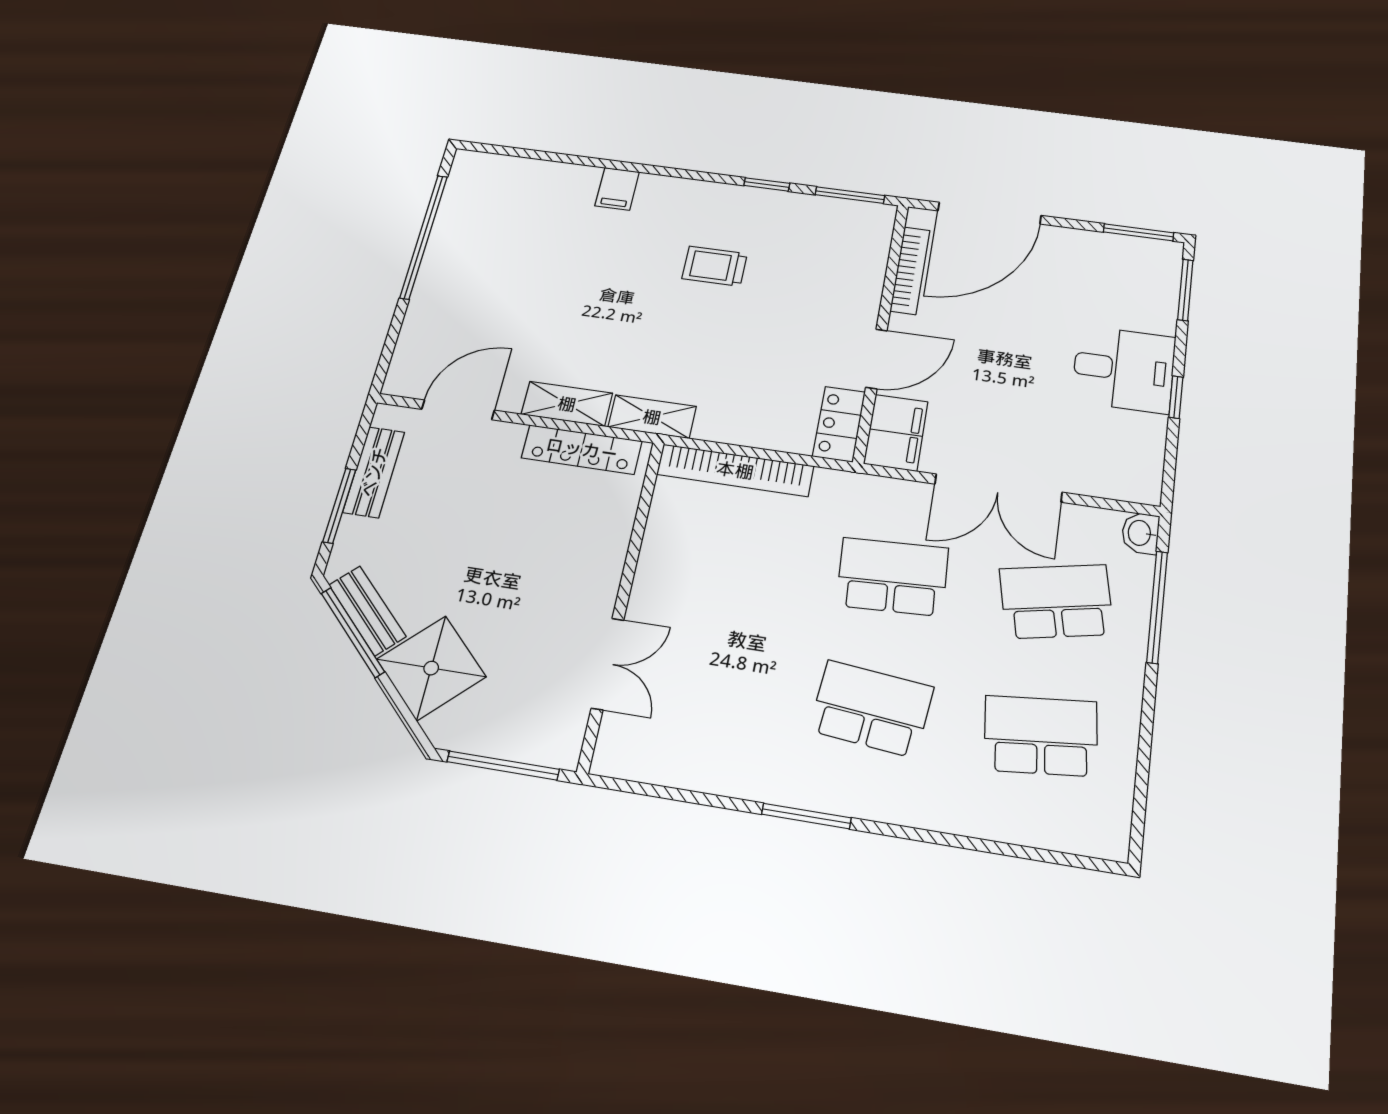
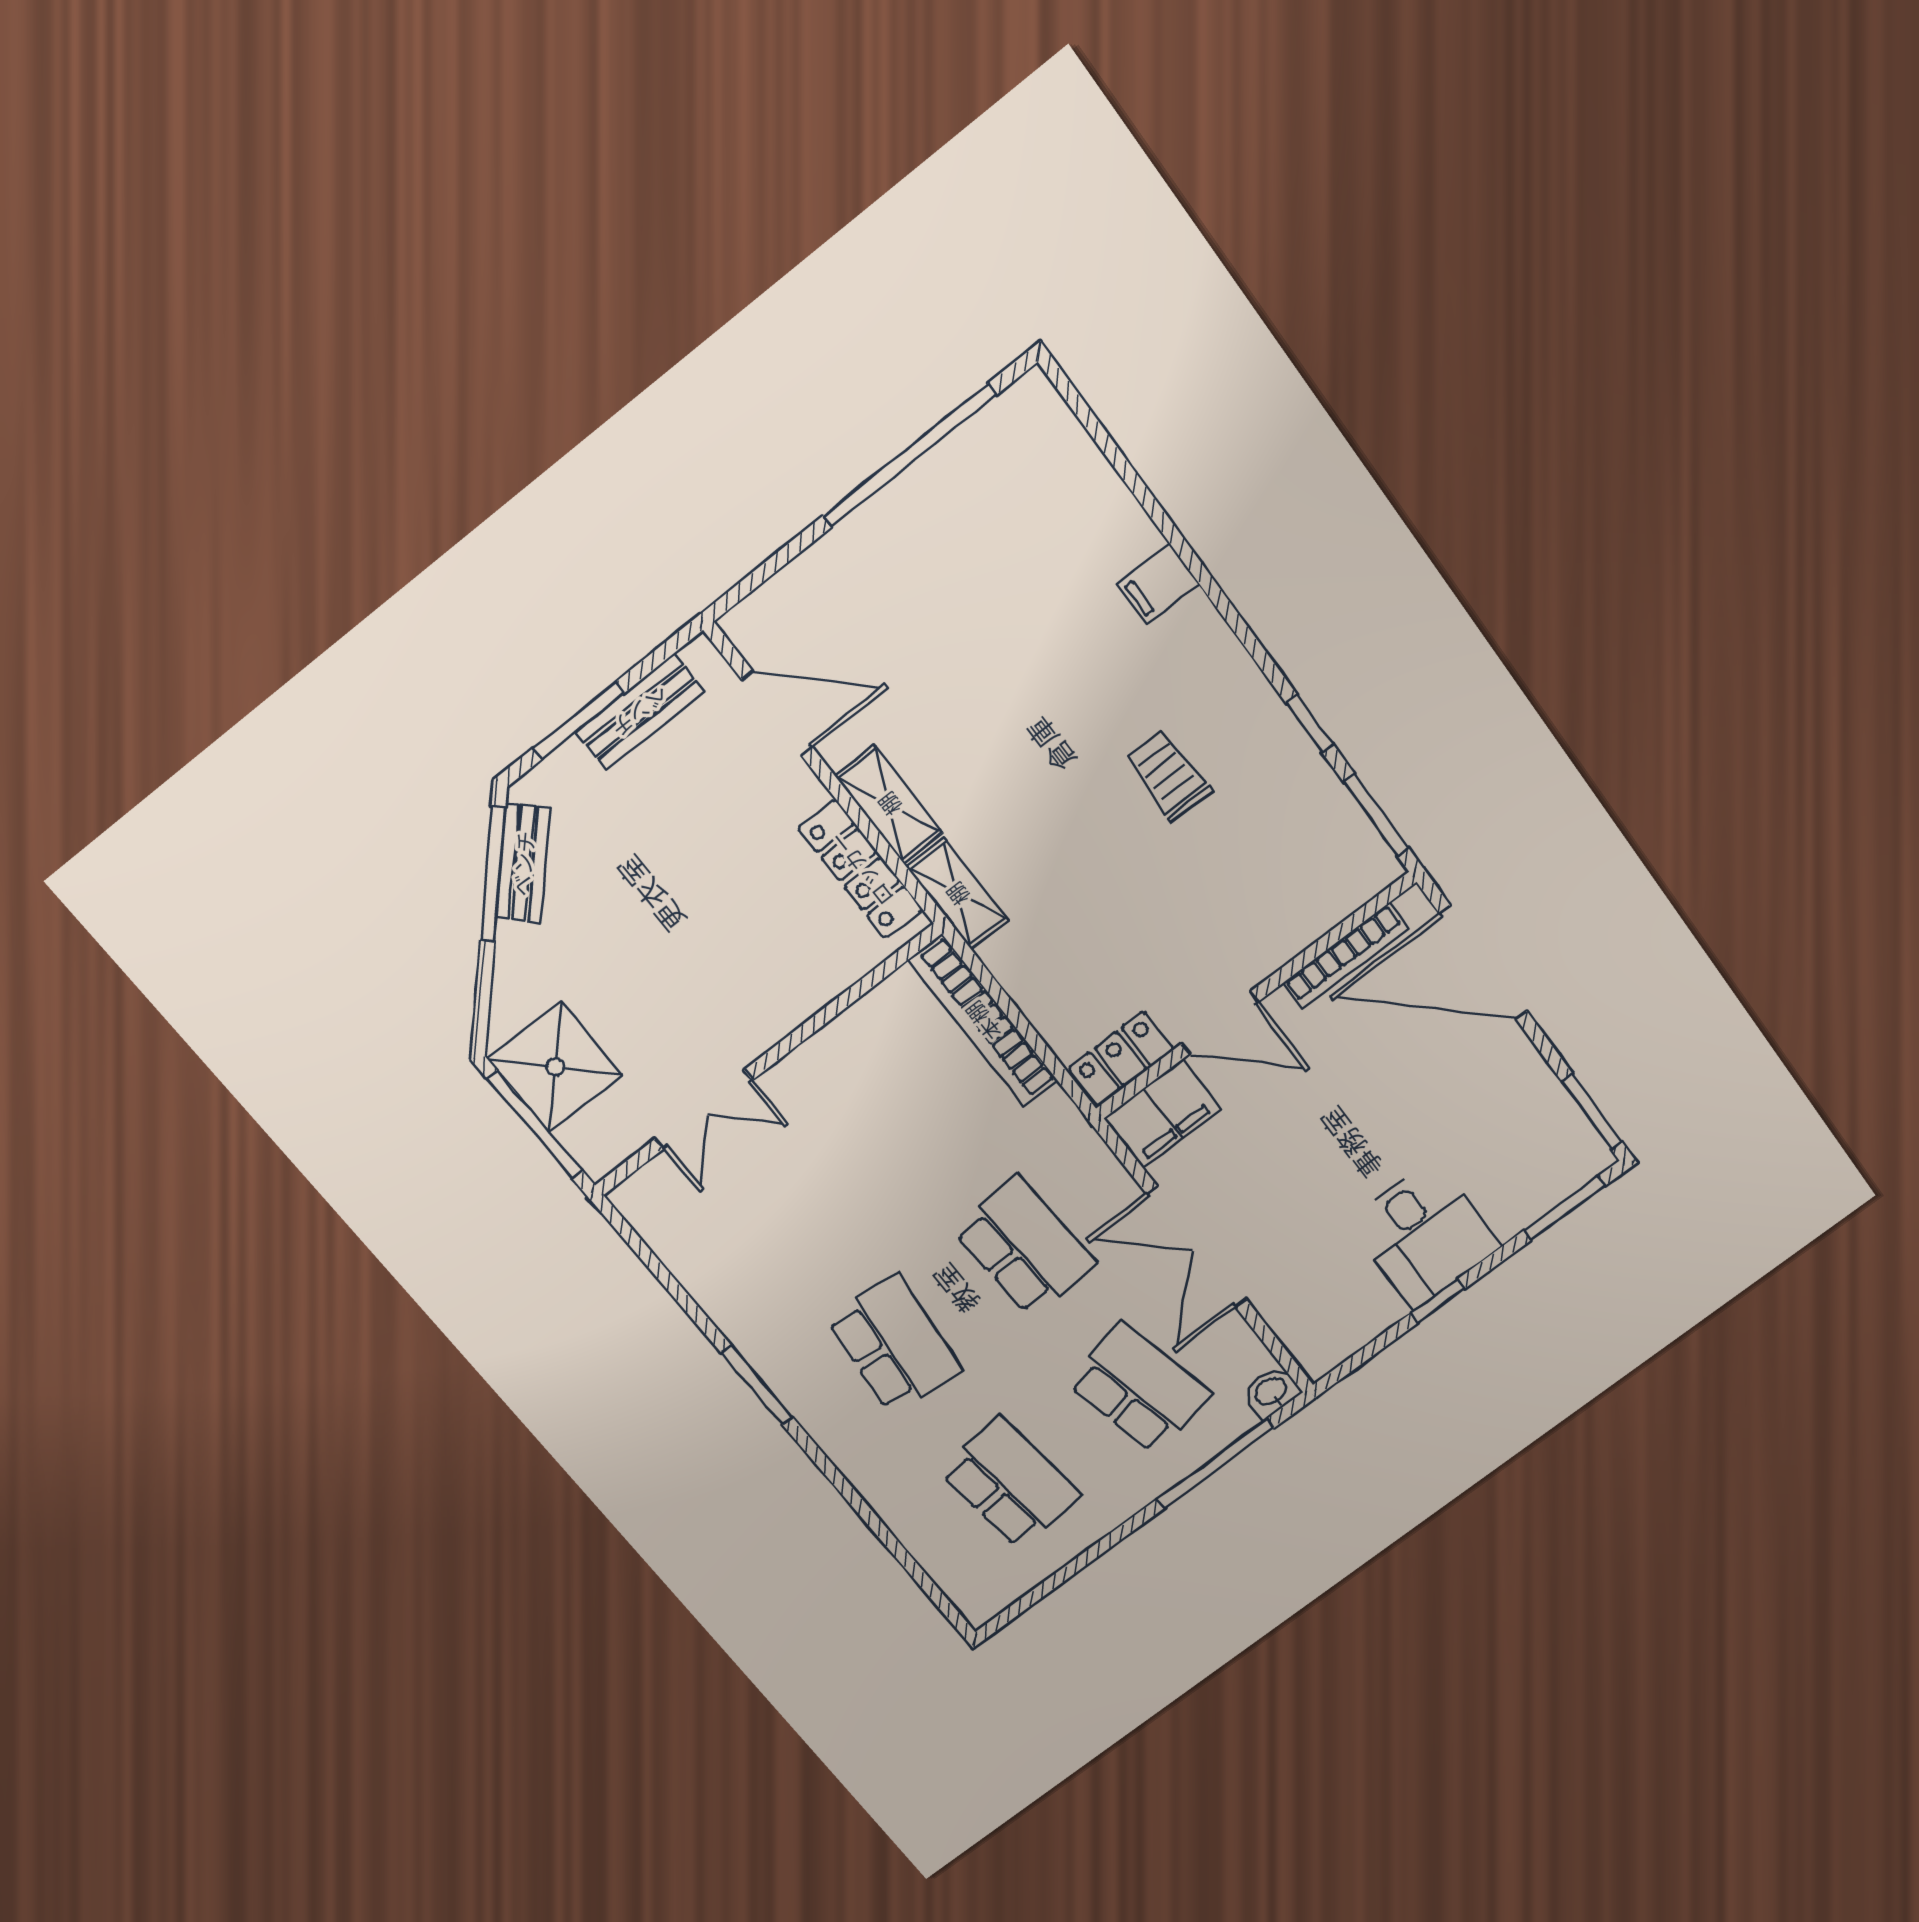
shower: (431, 668) -> (555, 1067), moved, turned 45

